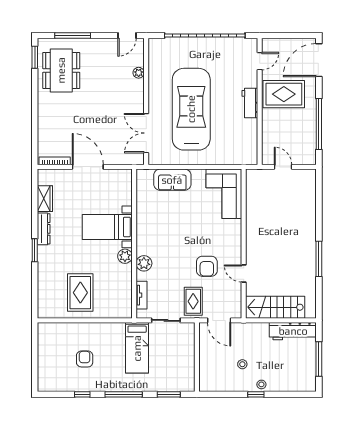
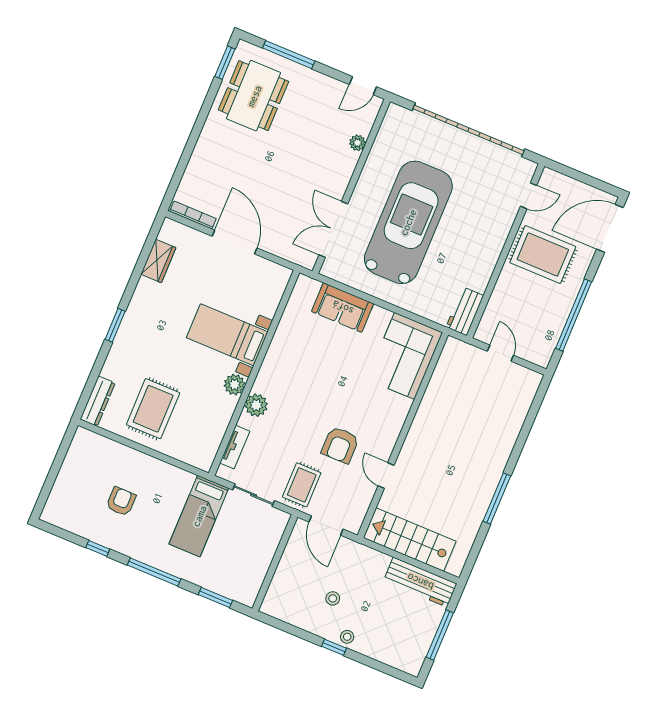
workbench: (250, 103) -> (465, 311), moved
dresser: (44, 229) -> (98, 401), moved

